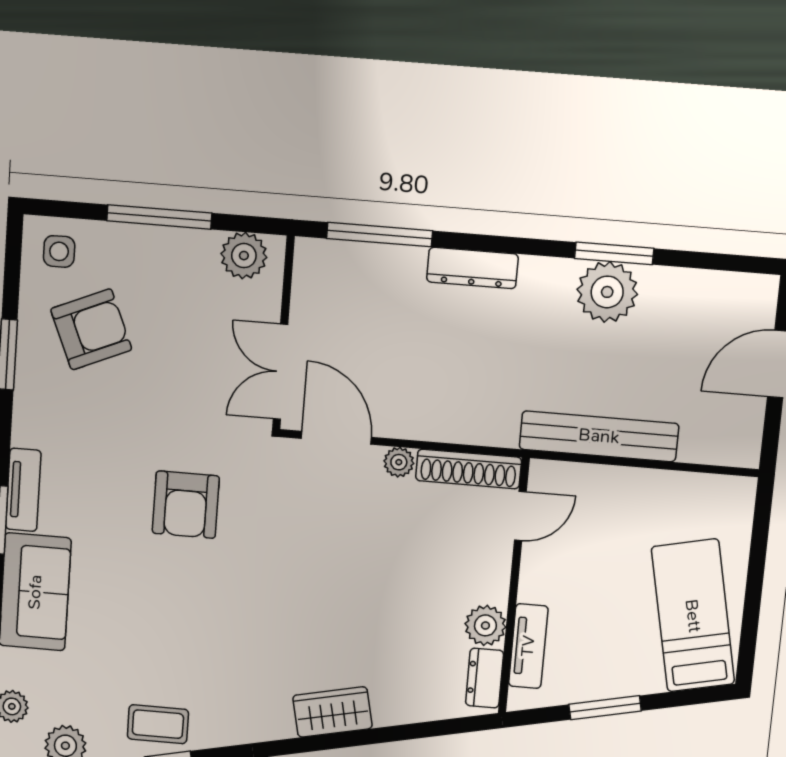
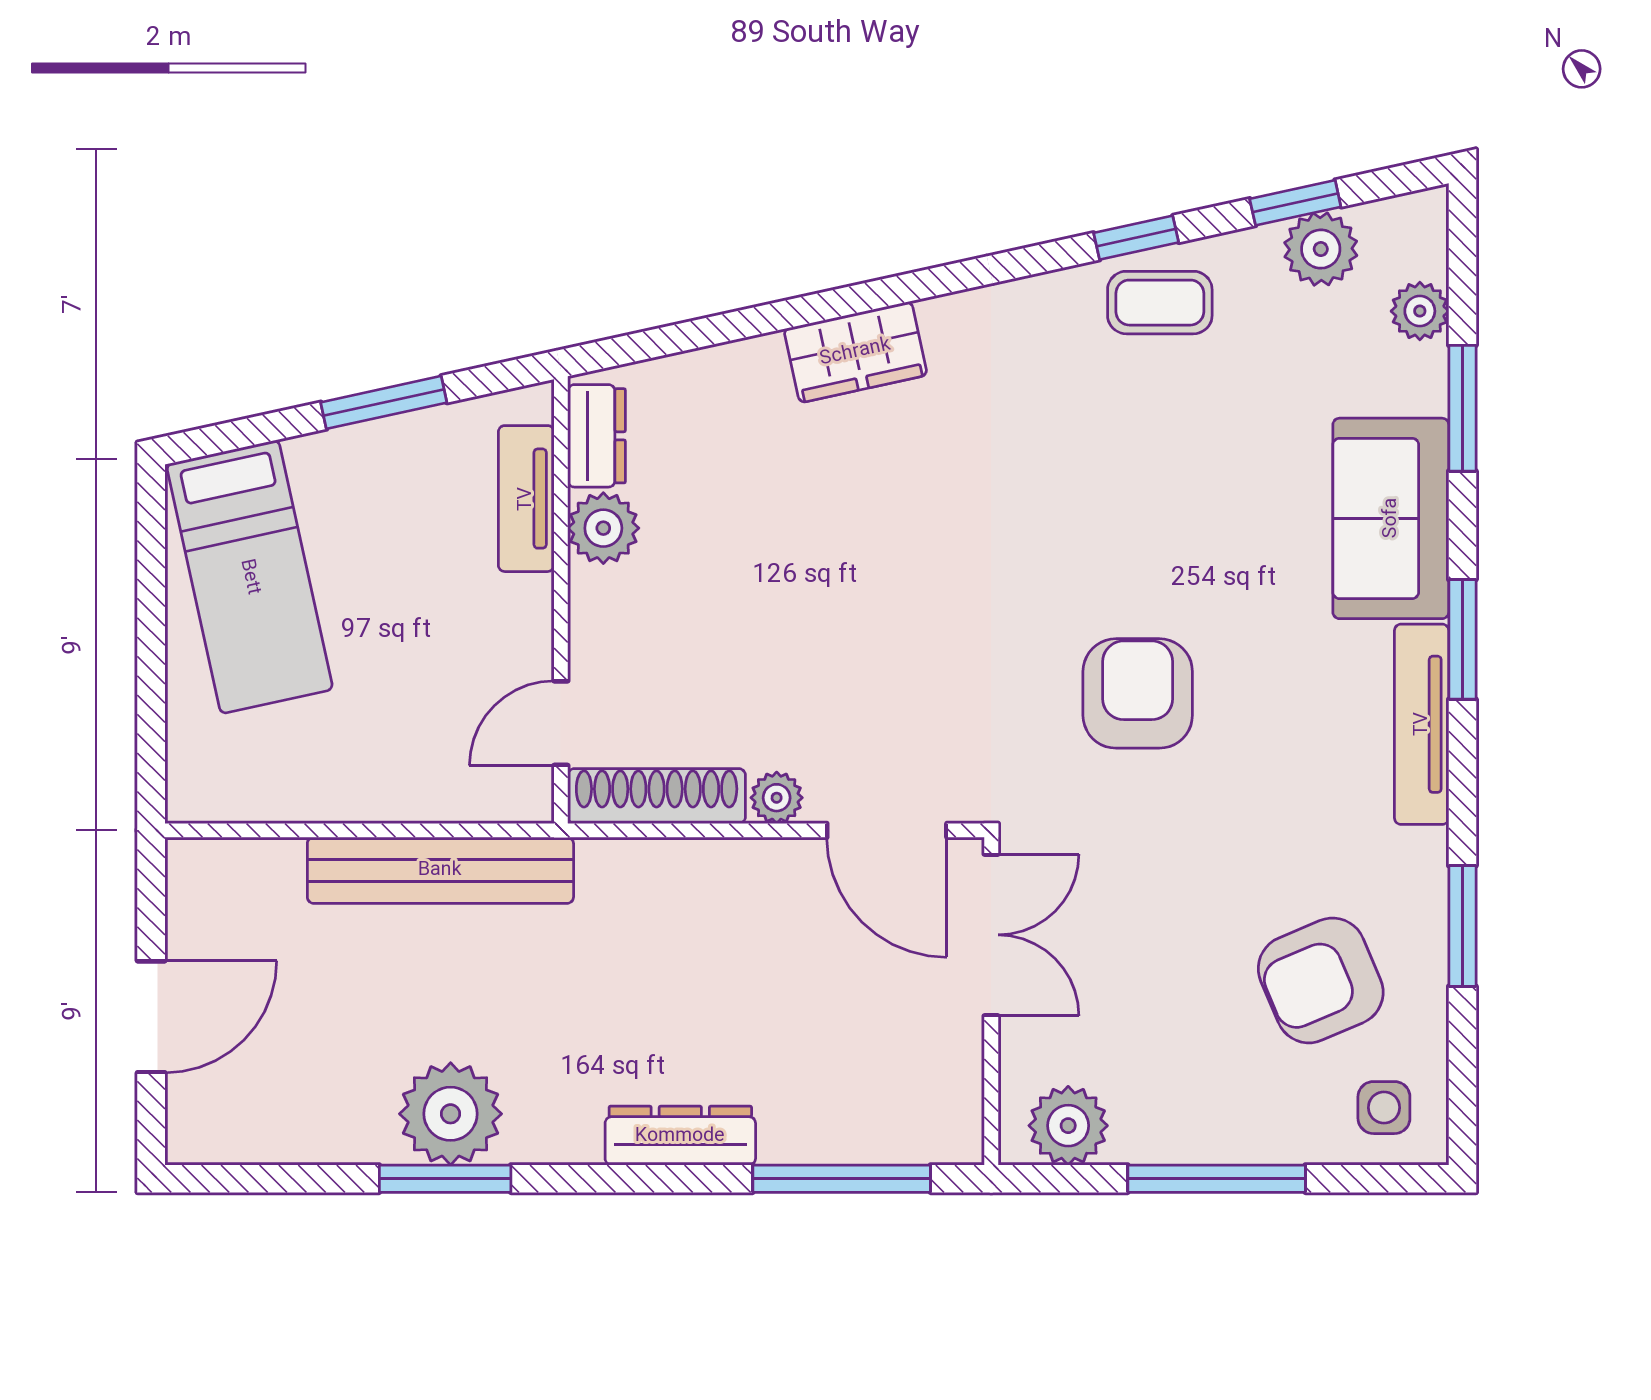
tv unit: (23, 490) -> (1422, 724), width x1.41

